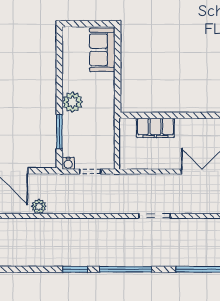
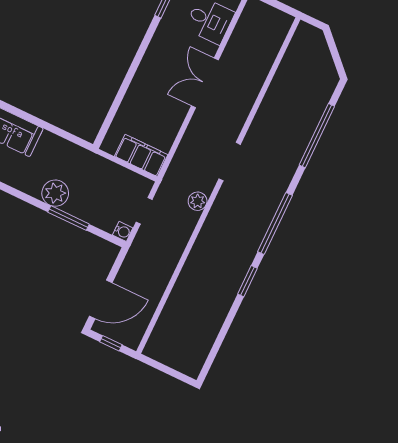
filing cabinet: (155, 128) -> (141, 155), moved, turned -90
window: (59, 132) -> (69, 218), moved
plant: (39, 206) -> (198, 201), moved

